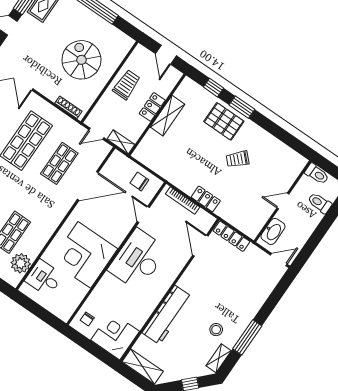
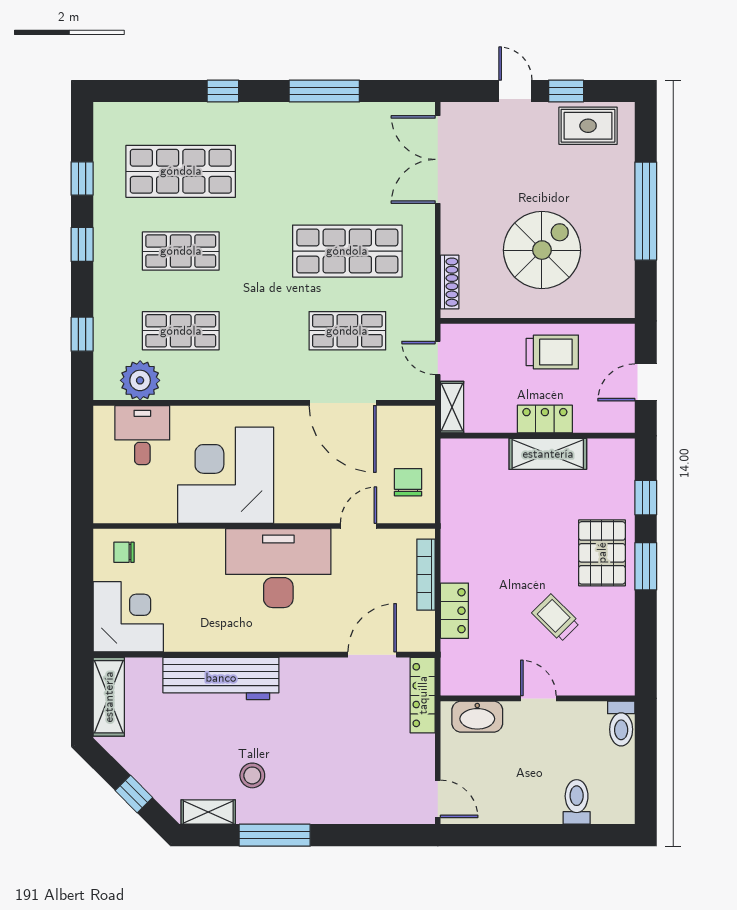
toilet: (317, 174) -> (621, 724), moved
door: (283, 201) -> (538, 698), moved
wall: (283, 201) -> (538, 698), moved
washbasin: (273, 231) -> (477, 717), moved

